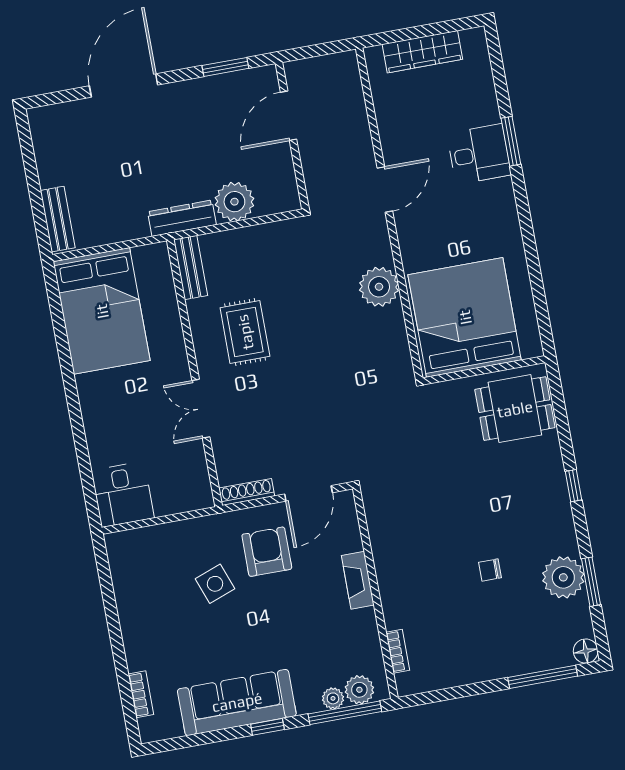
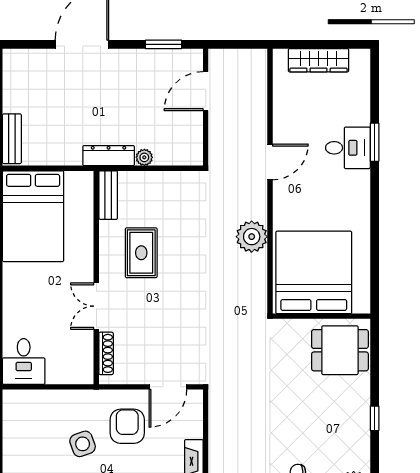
plant: (234, 202) -> (144, 157), width x0.53, depth x0.53
shoe rack: (247, 492) -> (106, 353), moved, turned 90

